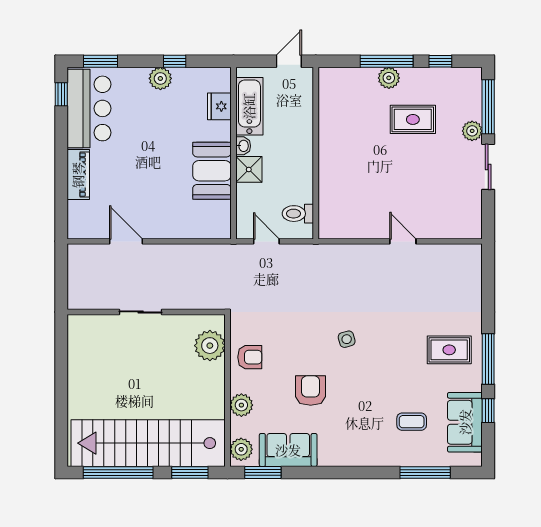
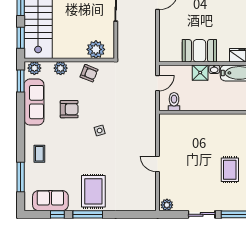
plant: (472, 131) -> (167, 205), moved
door: (403, 241) -> (158, 164), swing flipped
rug: (449, 350) -> (93, 191), width x1.36, depth x1.43
armchair: (250, 357) -> (89, 73), turned -68
coffee table: (412, 422) -> (39, 154), moved
sofa: (288, 450) -> (34, 102), width x1.36

